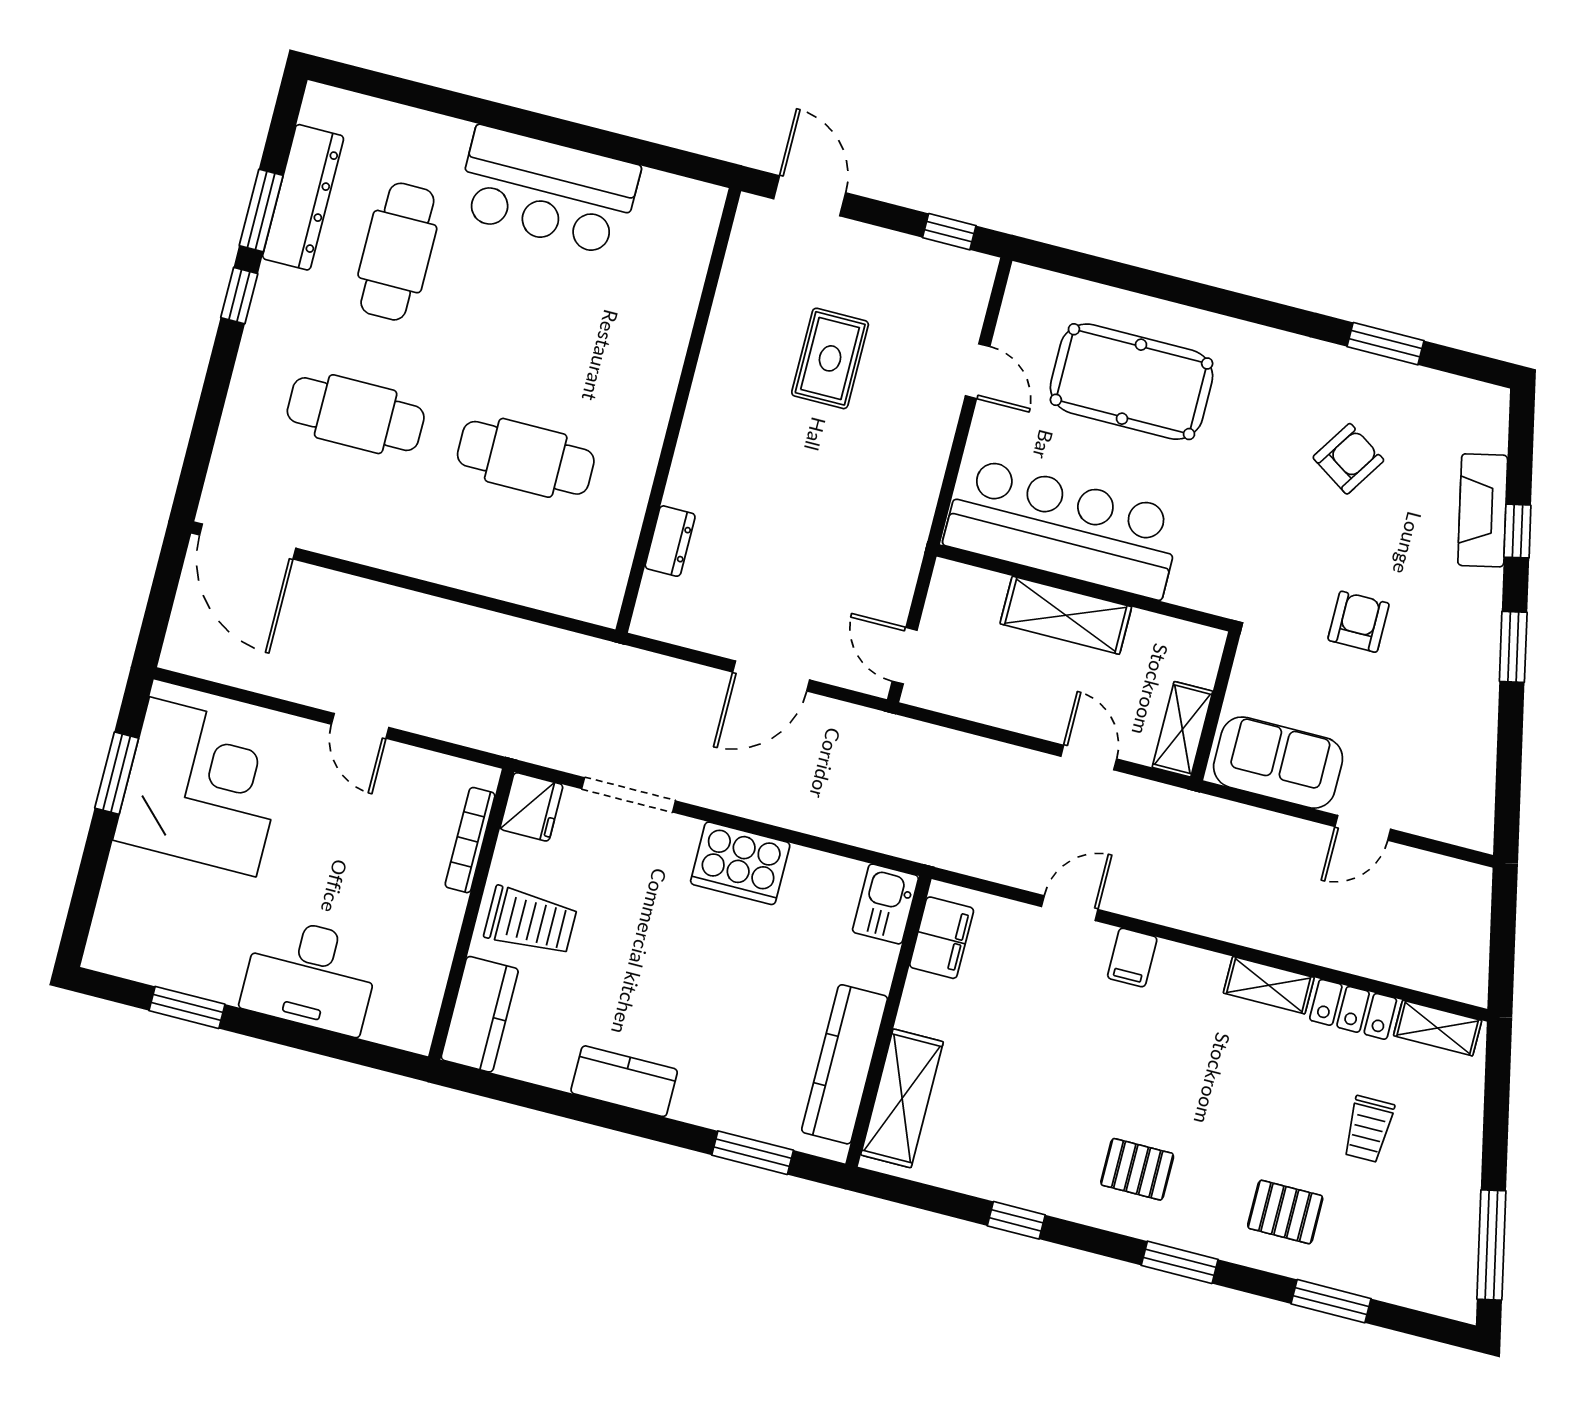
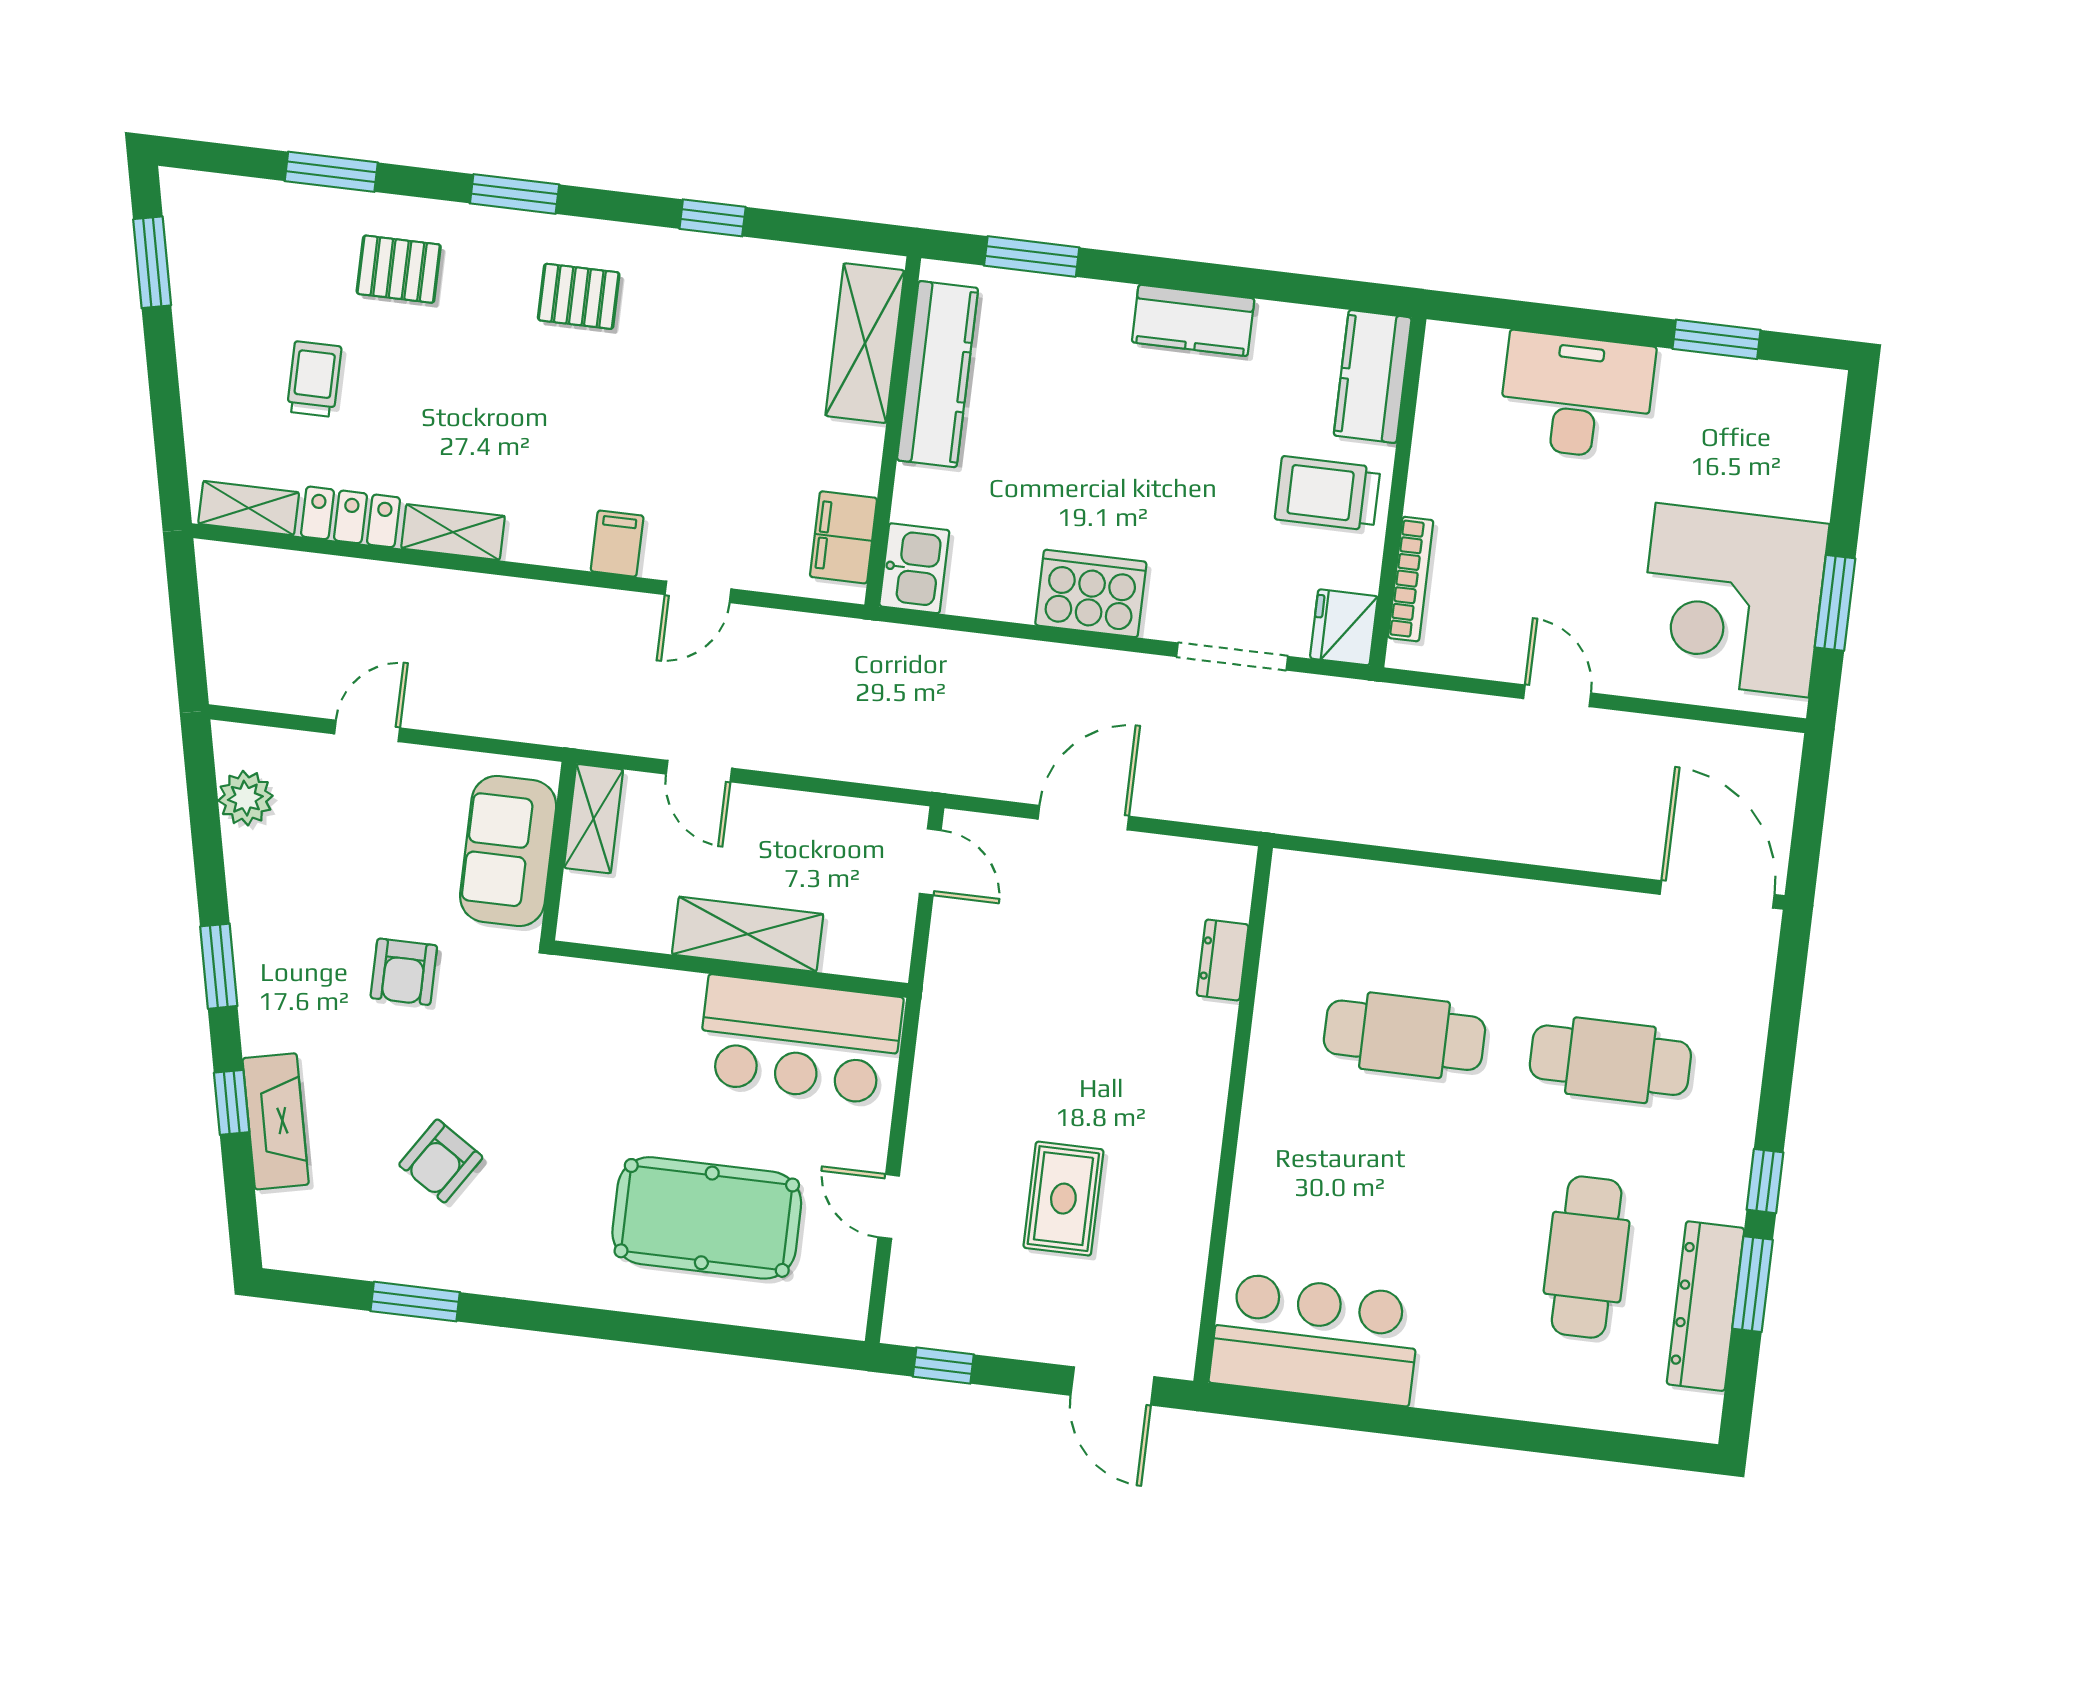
bar counter: (548, 191) -> (1315, 1339), moved
bar counter: (1063, 528) -> (800, 1040), width x0.73
sofa: (1278, 763) -> (508, 851), moved, turned 90
plant: (1472, 785) -> (245, 798), added
window: (1491, 1245) -> (152, 262), width x0.69

